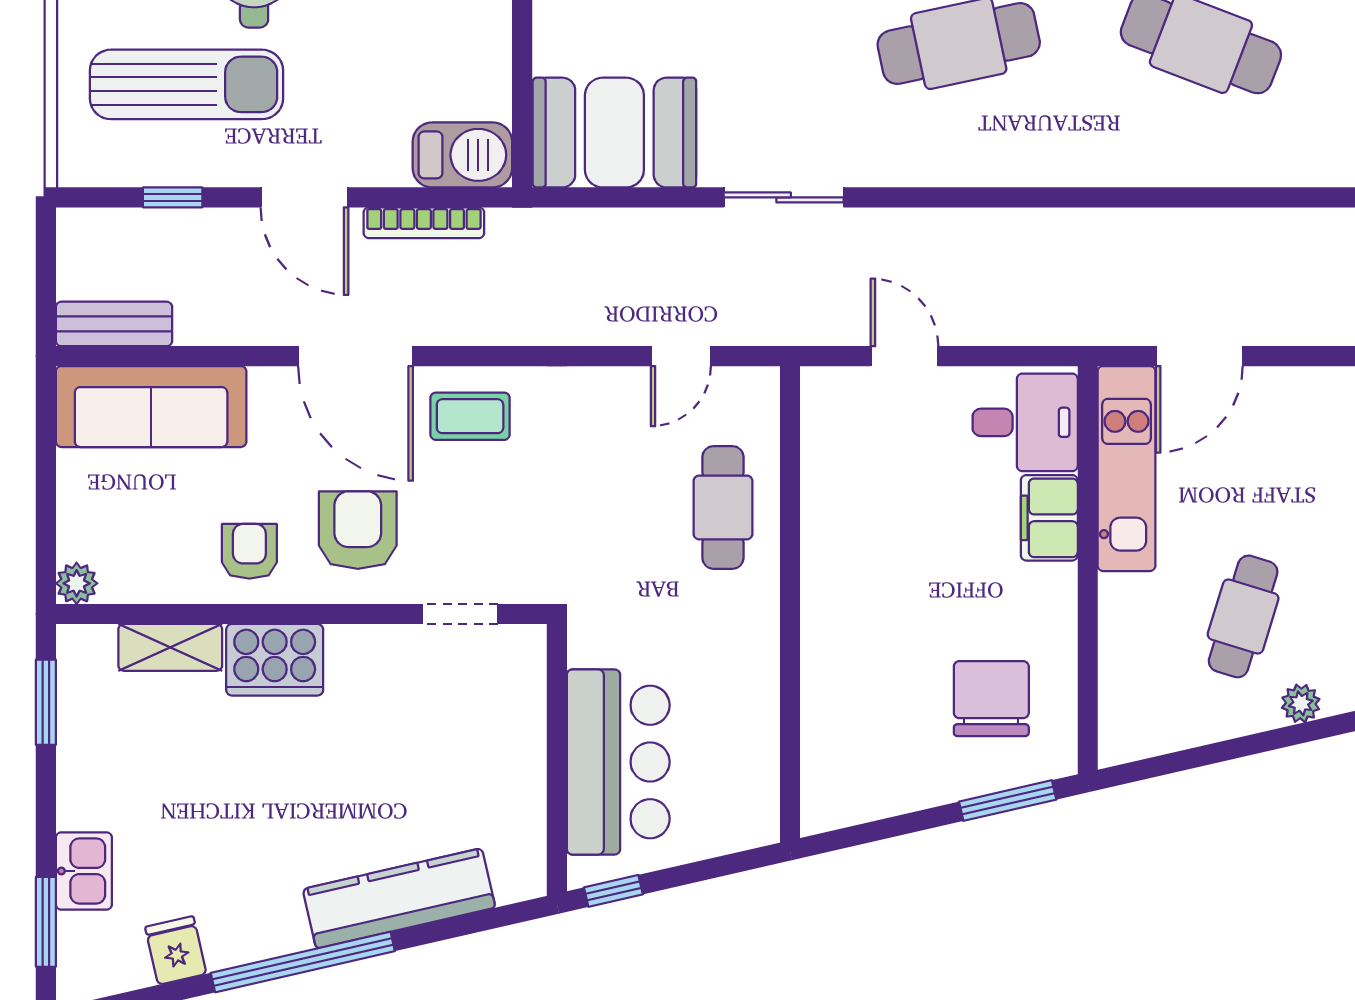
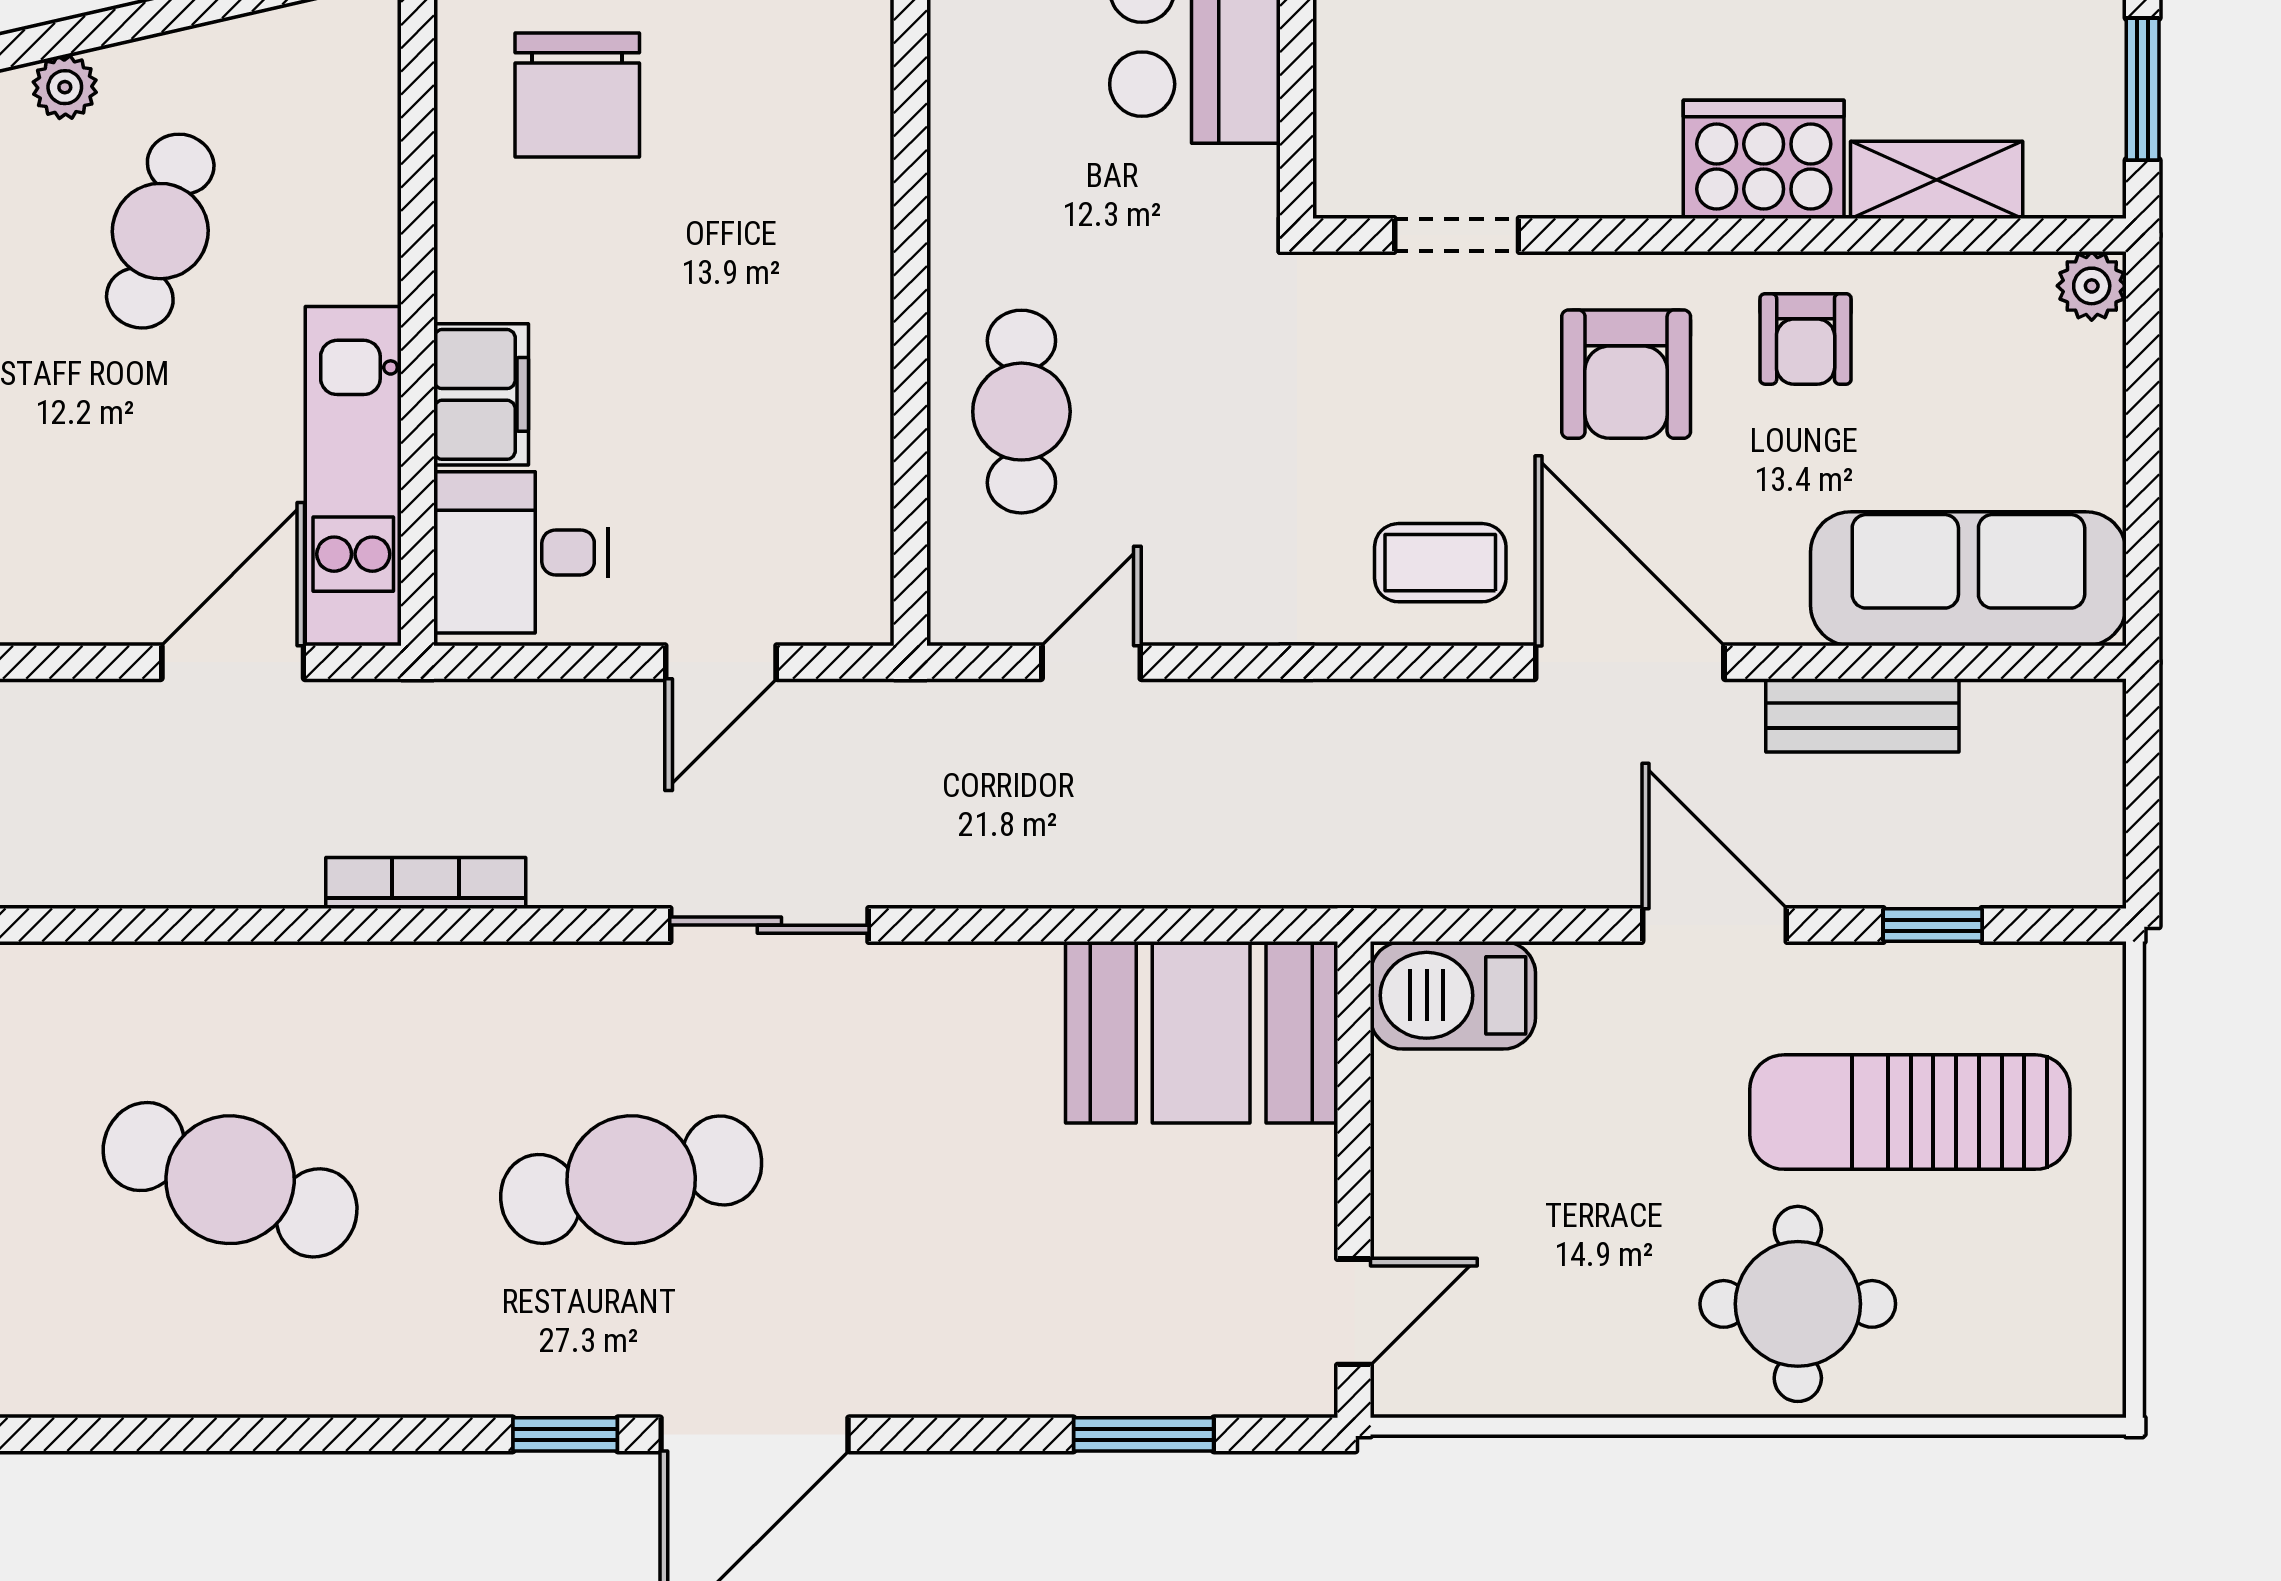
sliding door: (784, 197) -> (769, 925), moved
bookcase: (424, 223) -> (426, 883), moved
bench: (114, 324) -> (1862, 715), moved
door: (904, 356) -> (721, 662), hinge flipped

